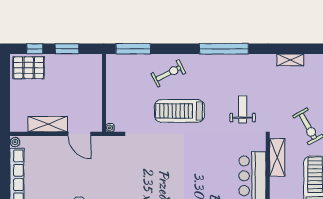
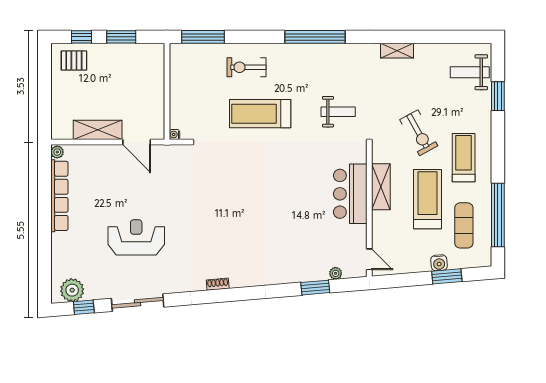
pallet: (29, 68) -> (74, 60), width x0.67, depth x0.71
exercise bike: (168, 73) -> (246, 67), turned -153
weight bench: (243, 109) -> (338, 112), turned 90
shelving: (277, 157) -> (381, 187), moved

